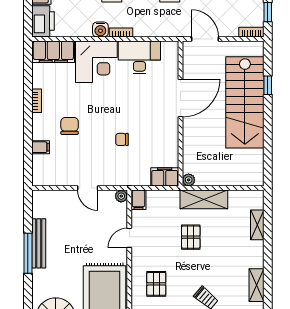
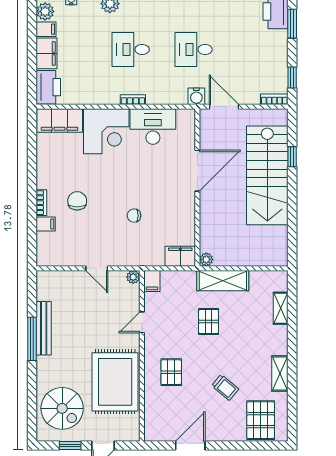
water cooler: (100, 29) -> (196, 96), moved
bookcase: (37, 101) -> (41, 203), moved

